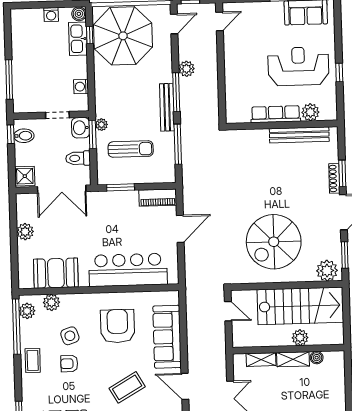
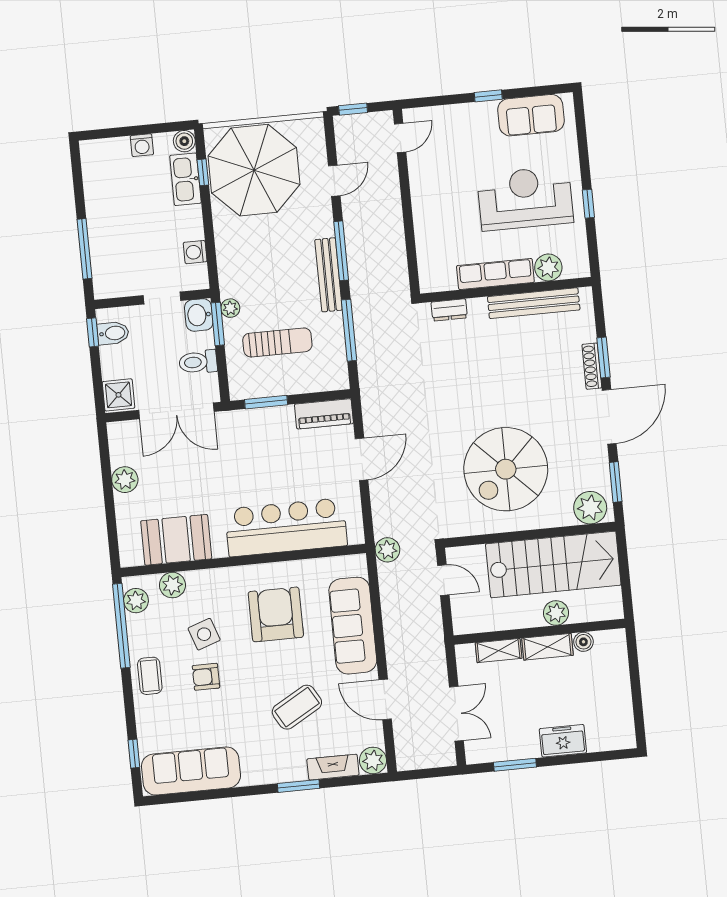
door: (174, 24) -> (334, 181), moved
plant: (187, 69) -> (387, 550), moved
dresser: (244, 136) -> (449, 310), added

